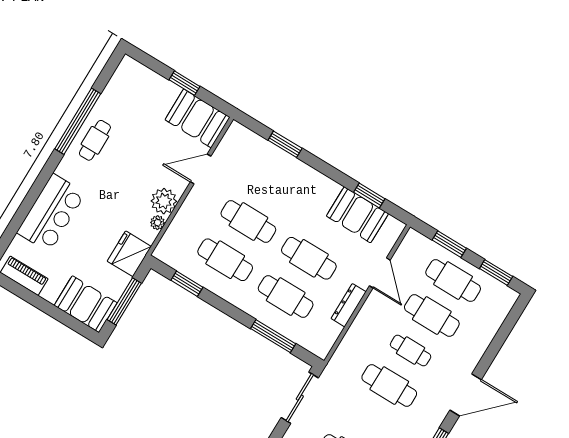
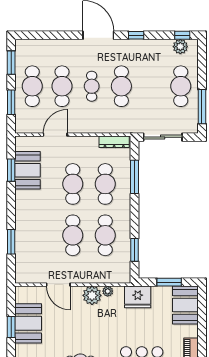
booth: (198, 118) -> (28, 323), moved
window: (124, 301) -> (169, 282), width x0.69
dresser: (349, 305) -> (114, 142), moved

